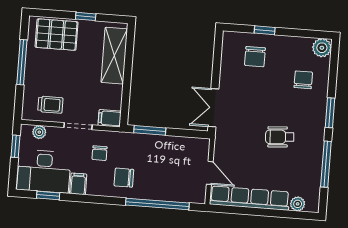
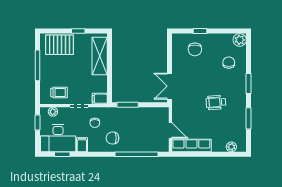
window: (326, 164) -> (249, 118), width x0.69
row of seats: (250, 198) -> (191, 145), width x0.73

